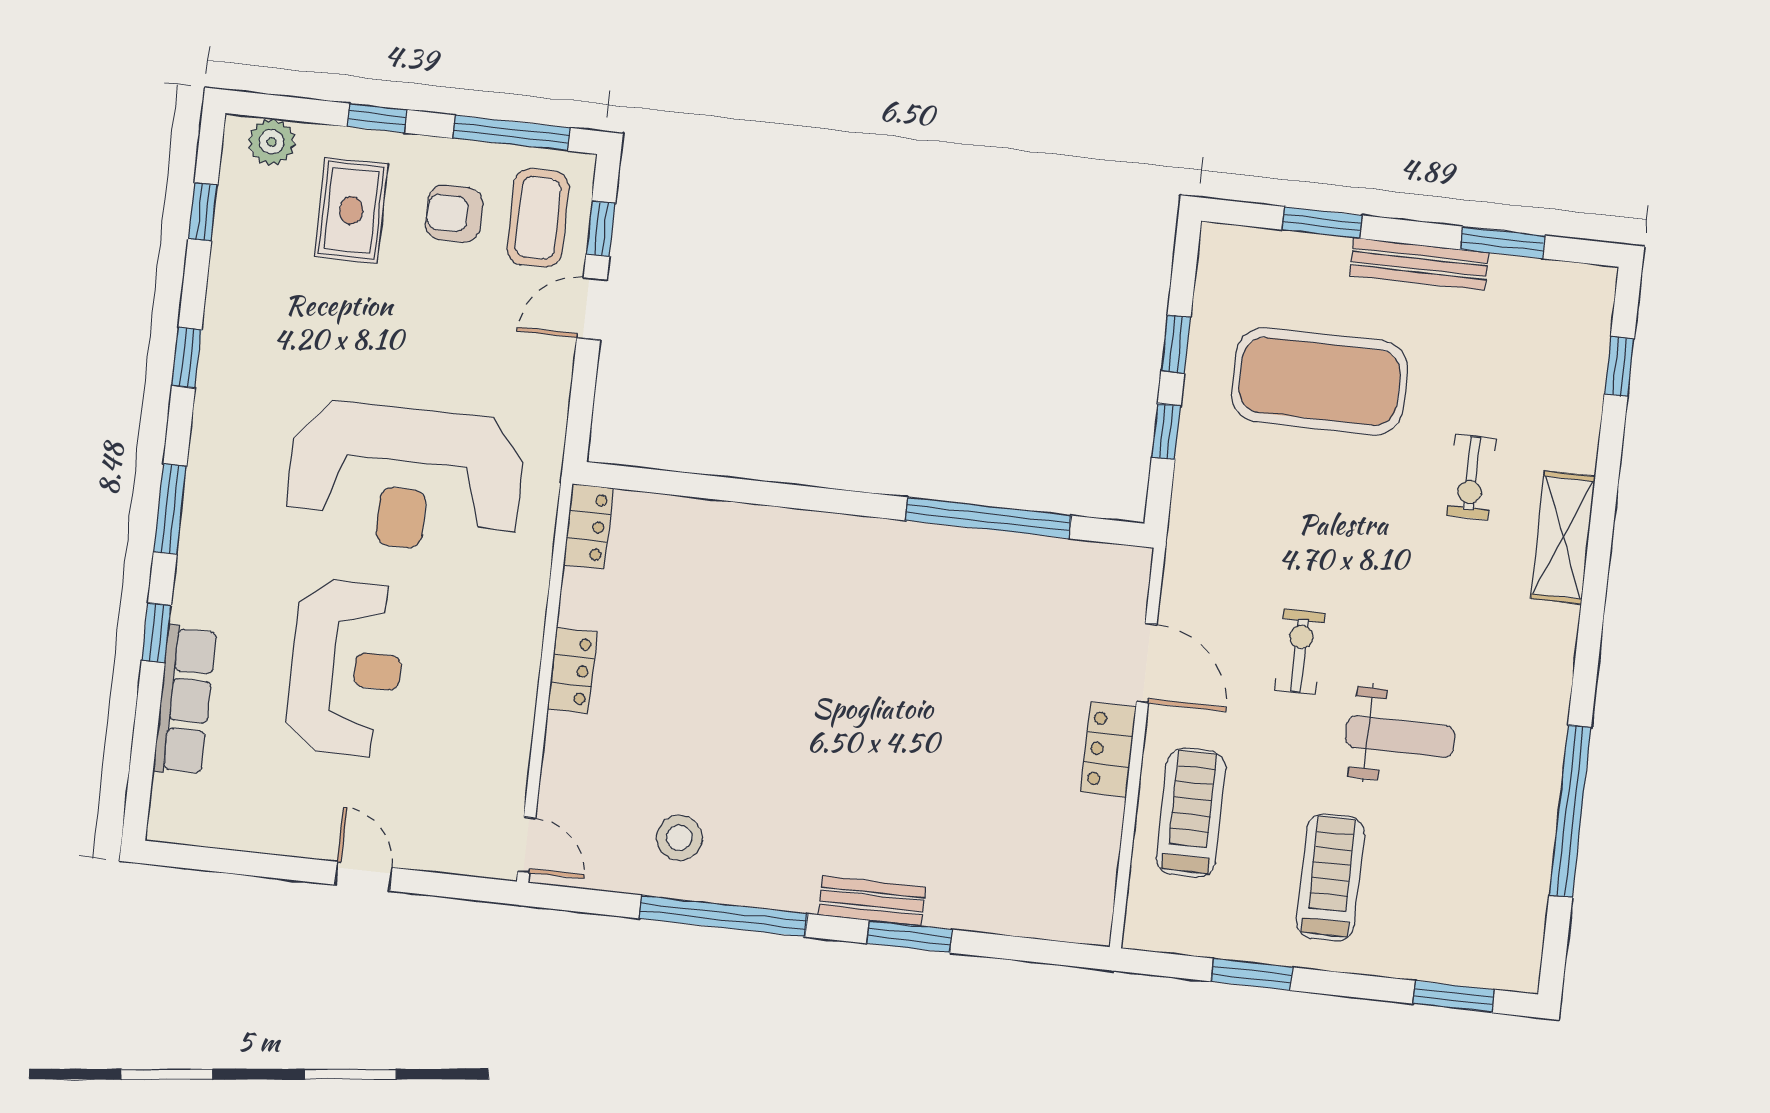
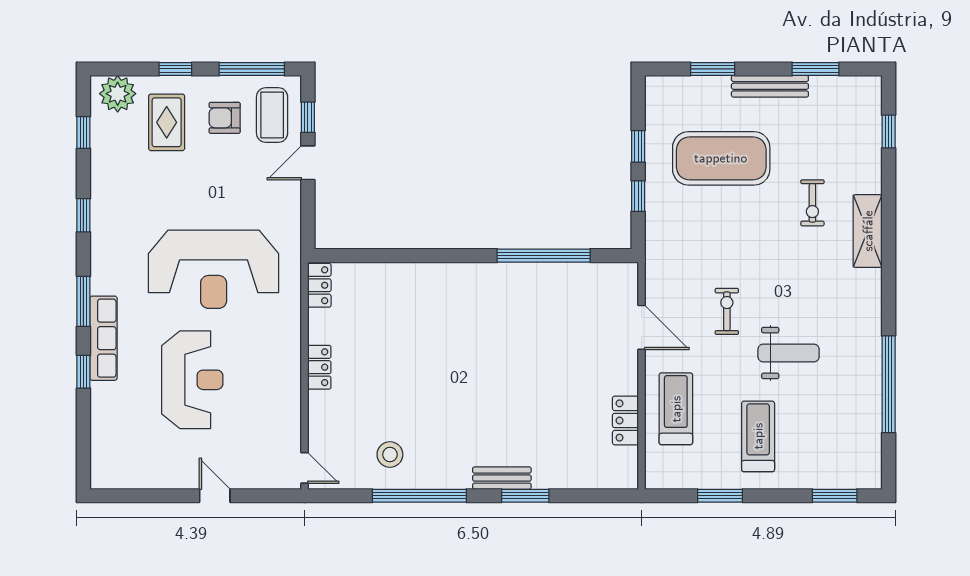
plant: (272, 142) -> (118, 94), width x1.36, depth x1.36
row of seats: (185, 700) -> (103, 338), moved
locker: (1108, 750) -> (625, 420), moved

